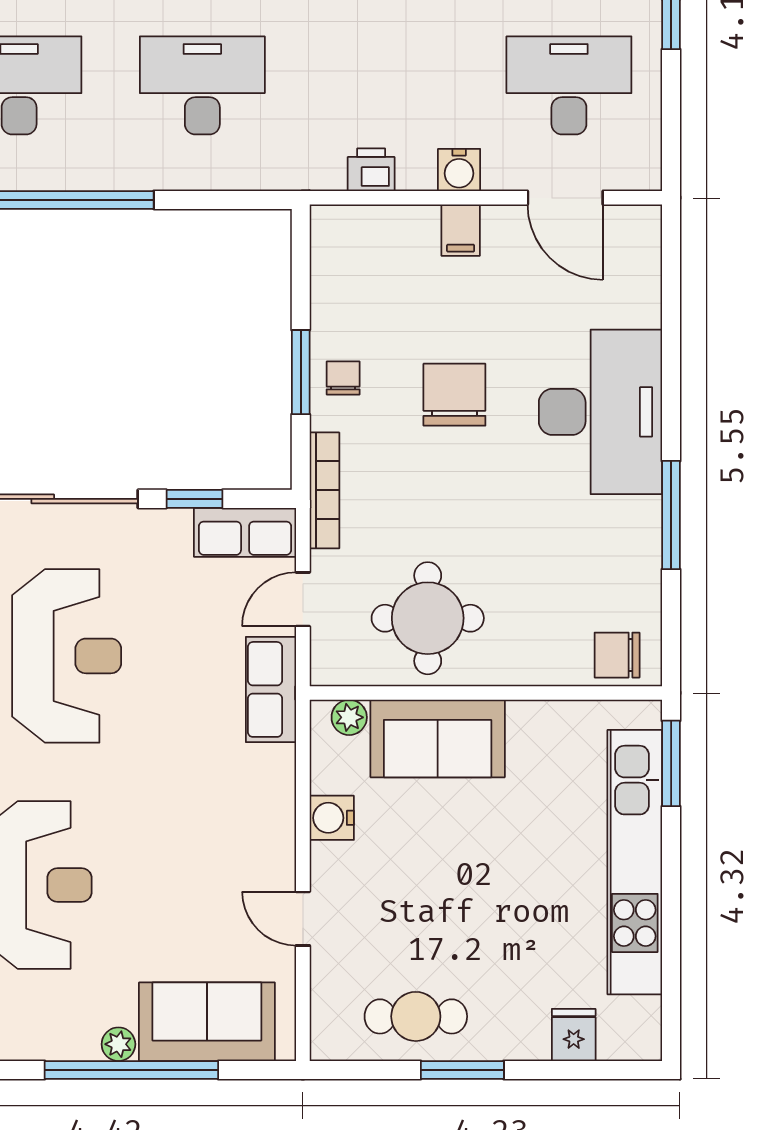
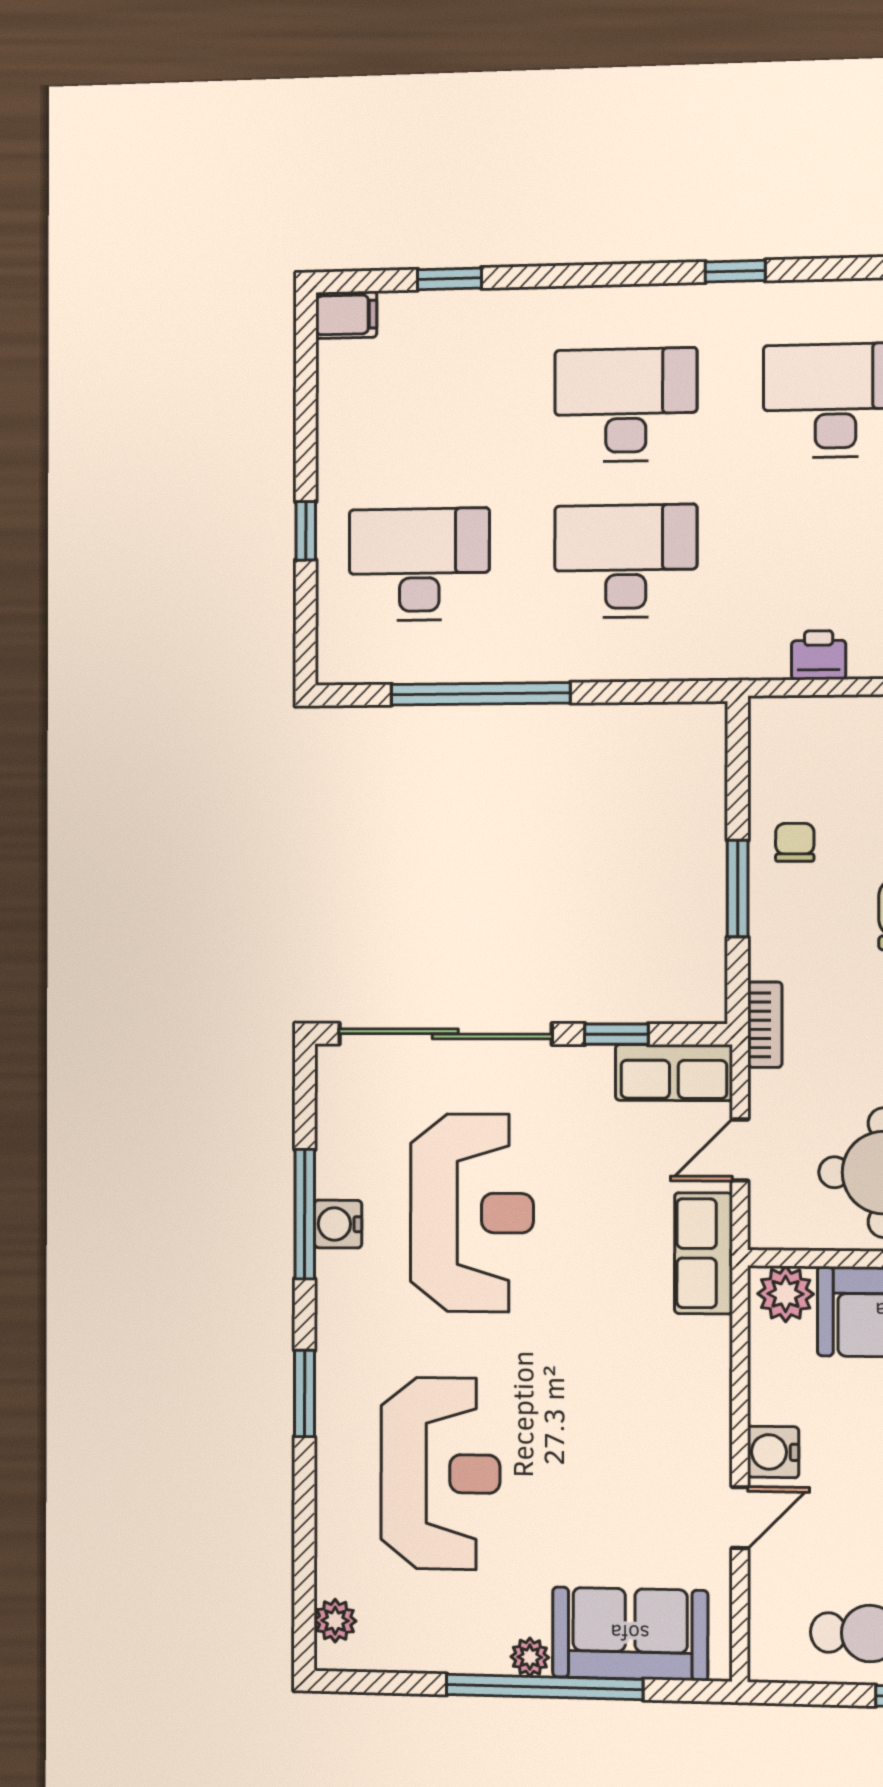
chair: (343, 378) -> (795, 842), moved
bookcase: (324, 490) -> (765, 1025), width x0.64
plant: (349, 717) -> (786, 1294), width x1.38, depth x1.38
water cooler: (332, 818) -> (773, 1452), moved
door: (303, 919) -> (740, 1518), swing flipped

